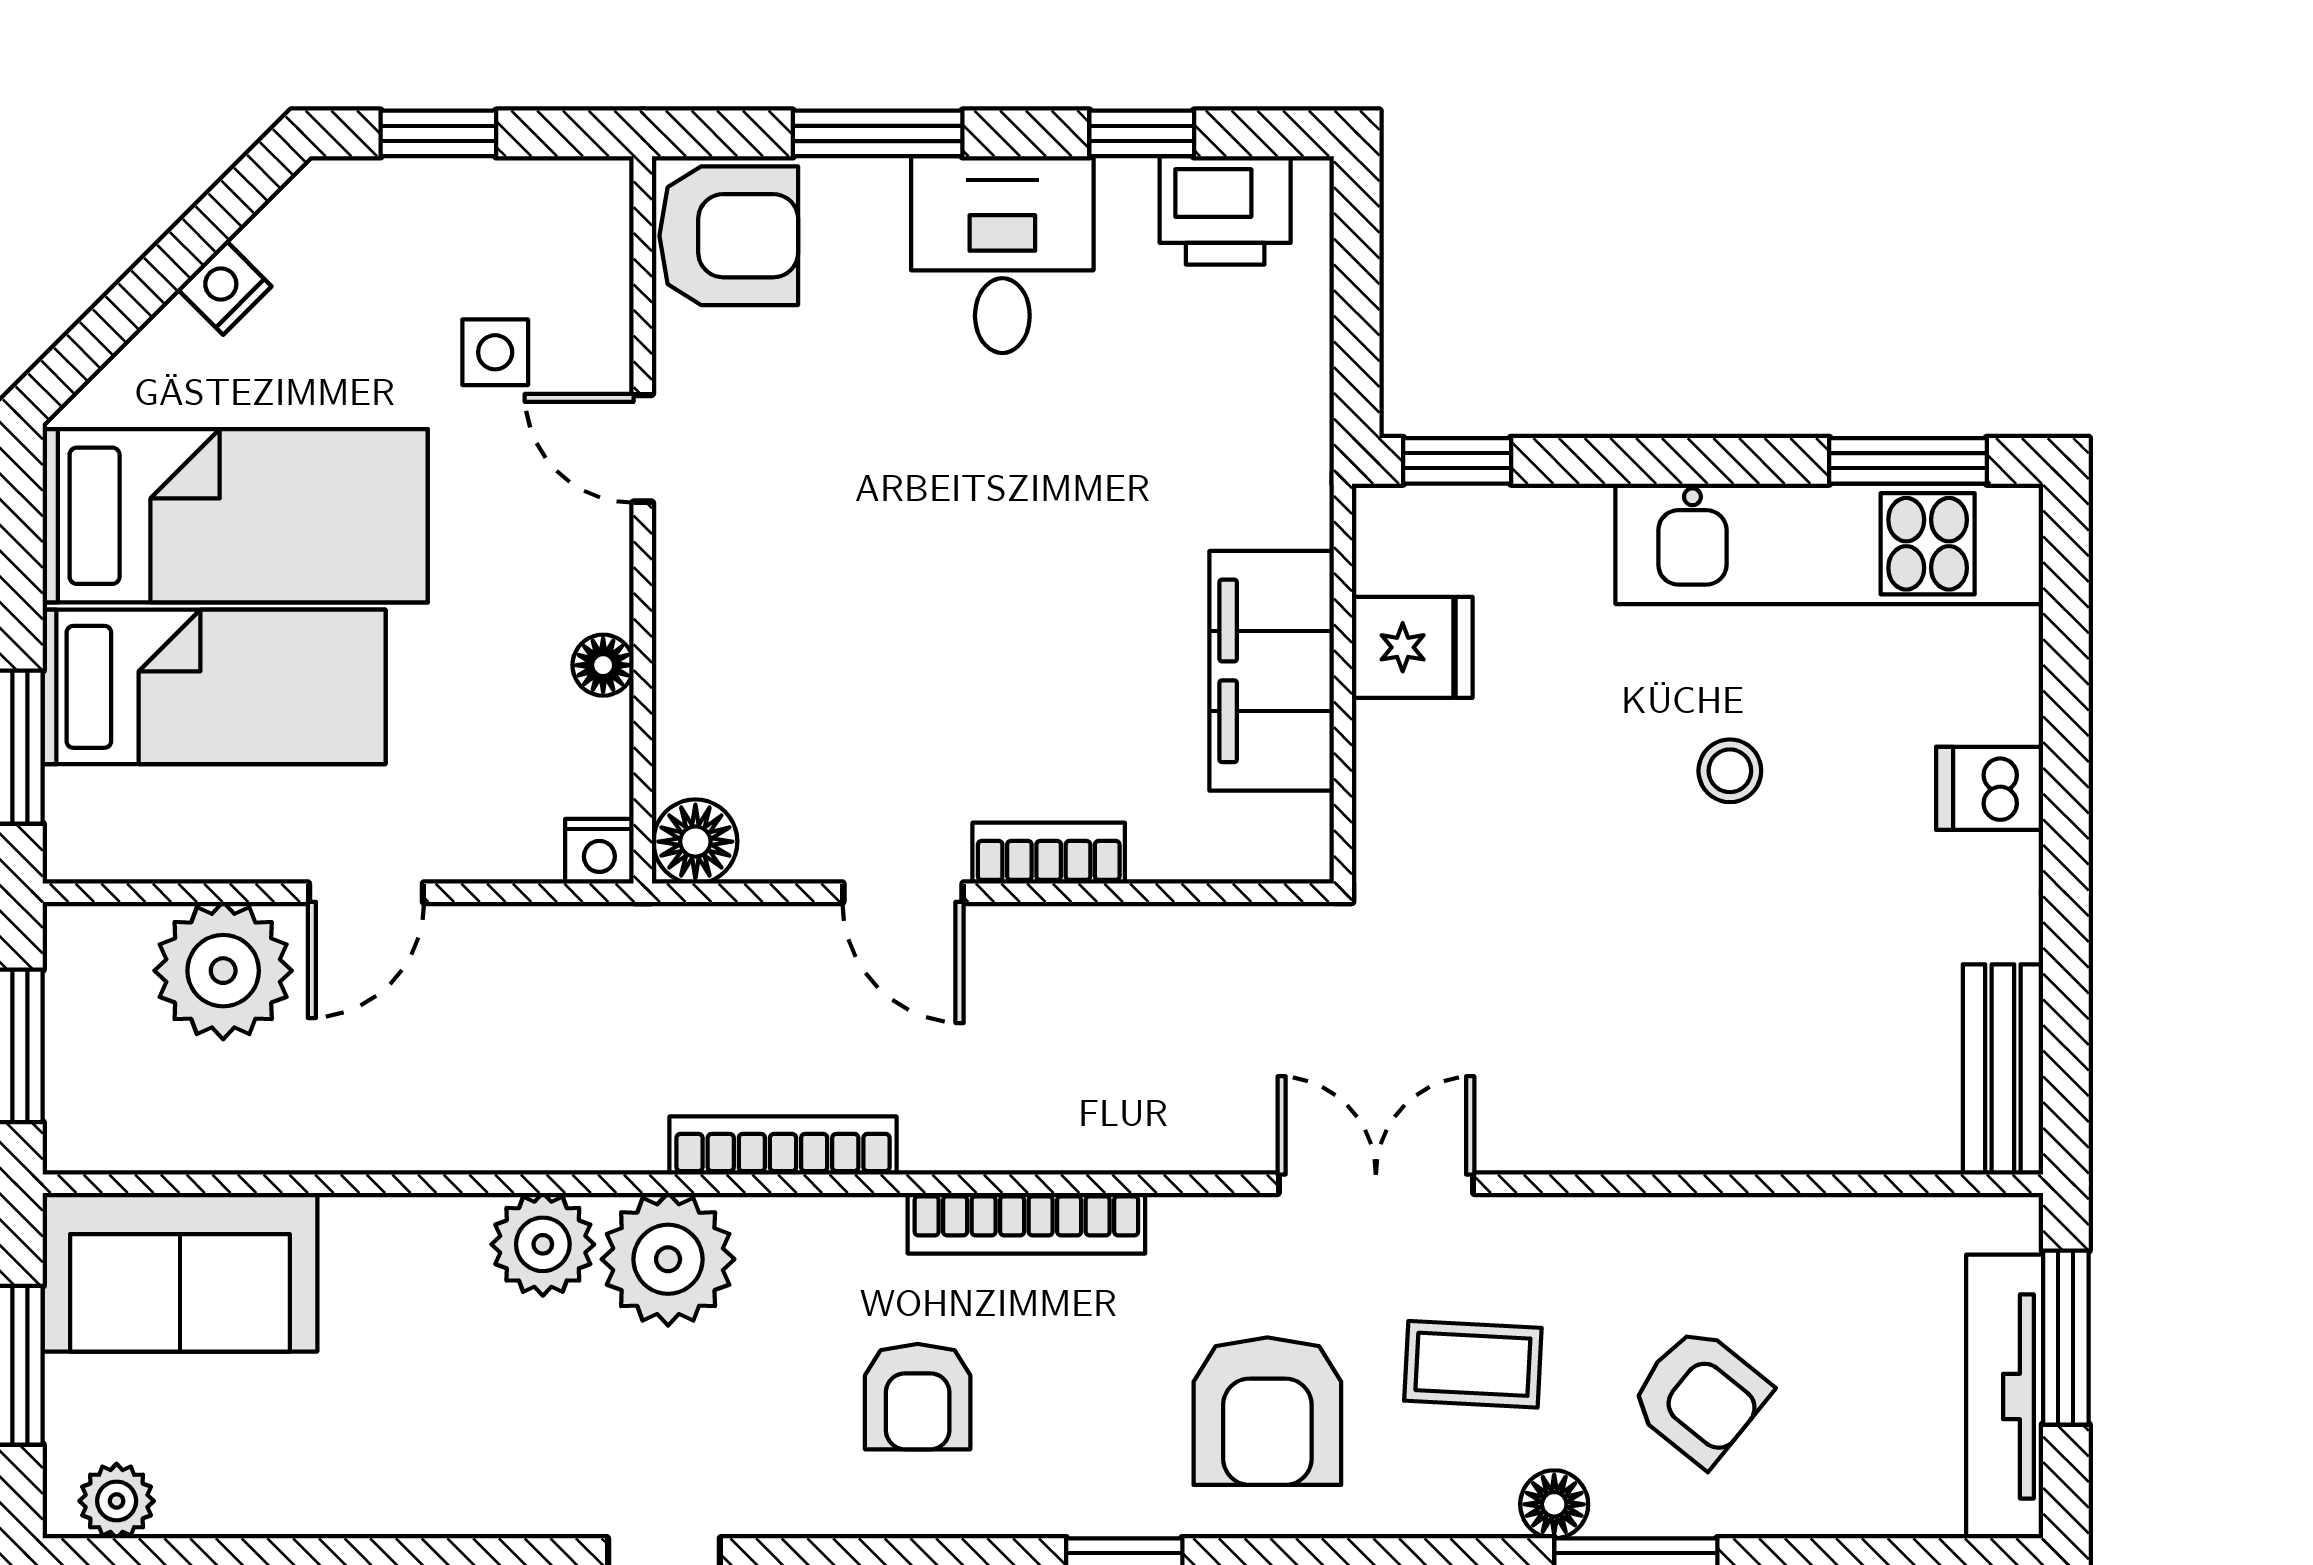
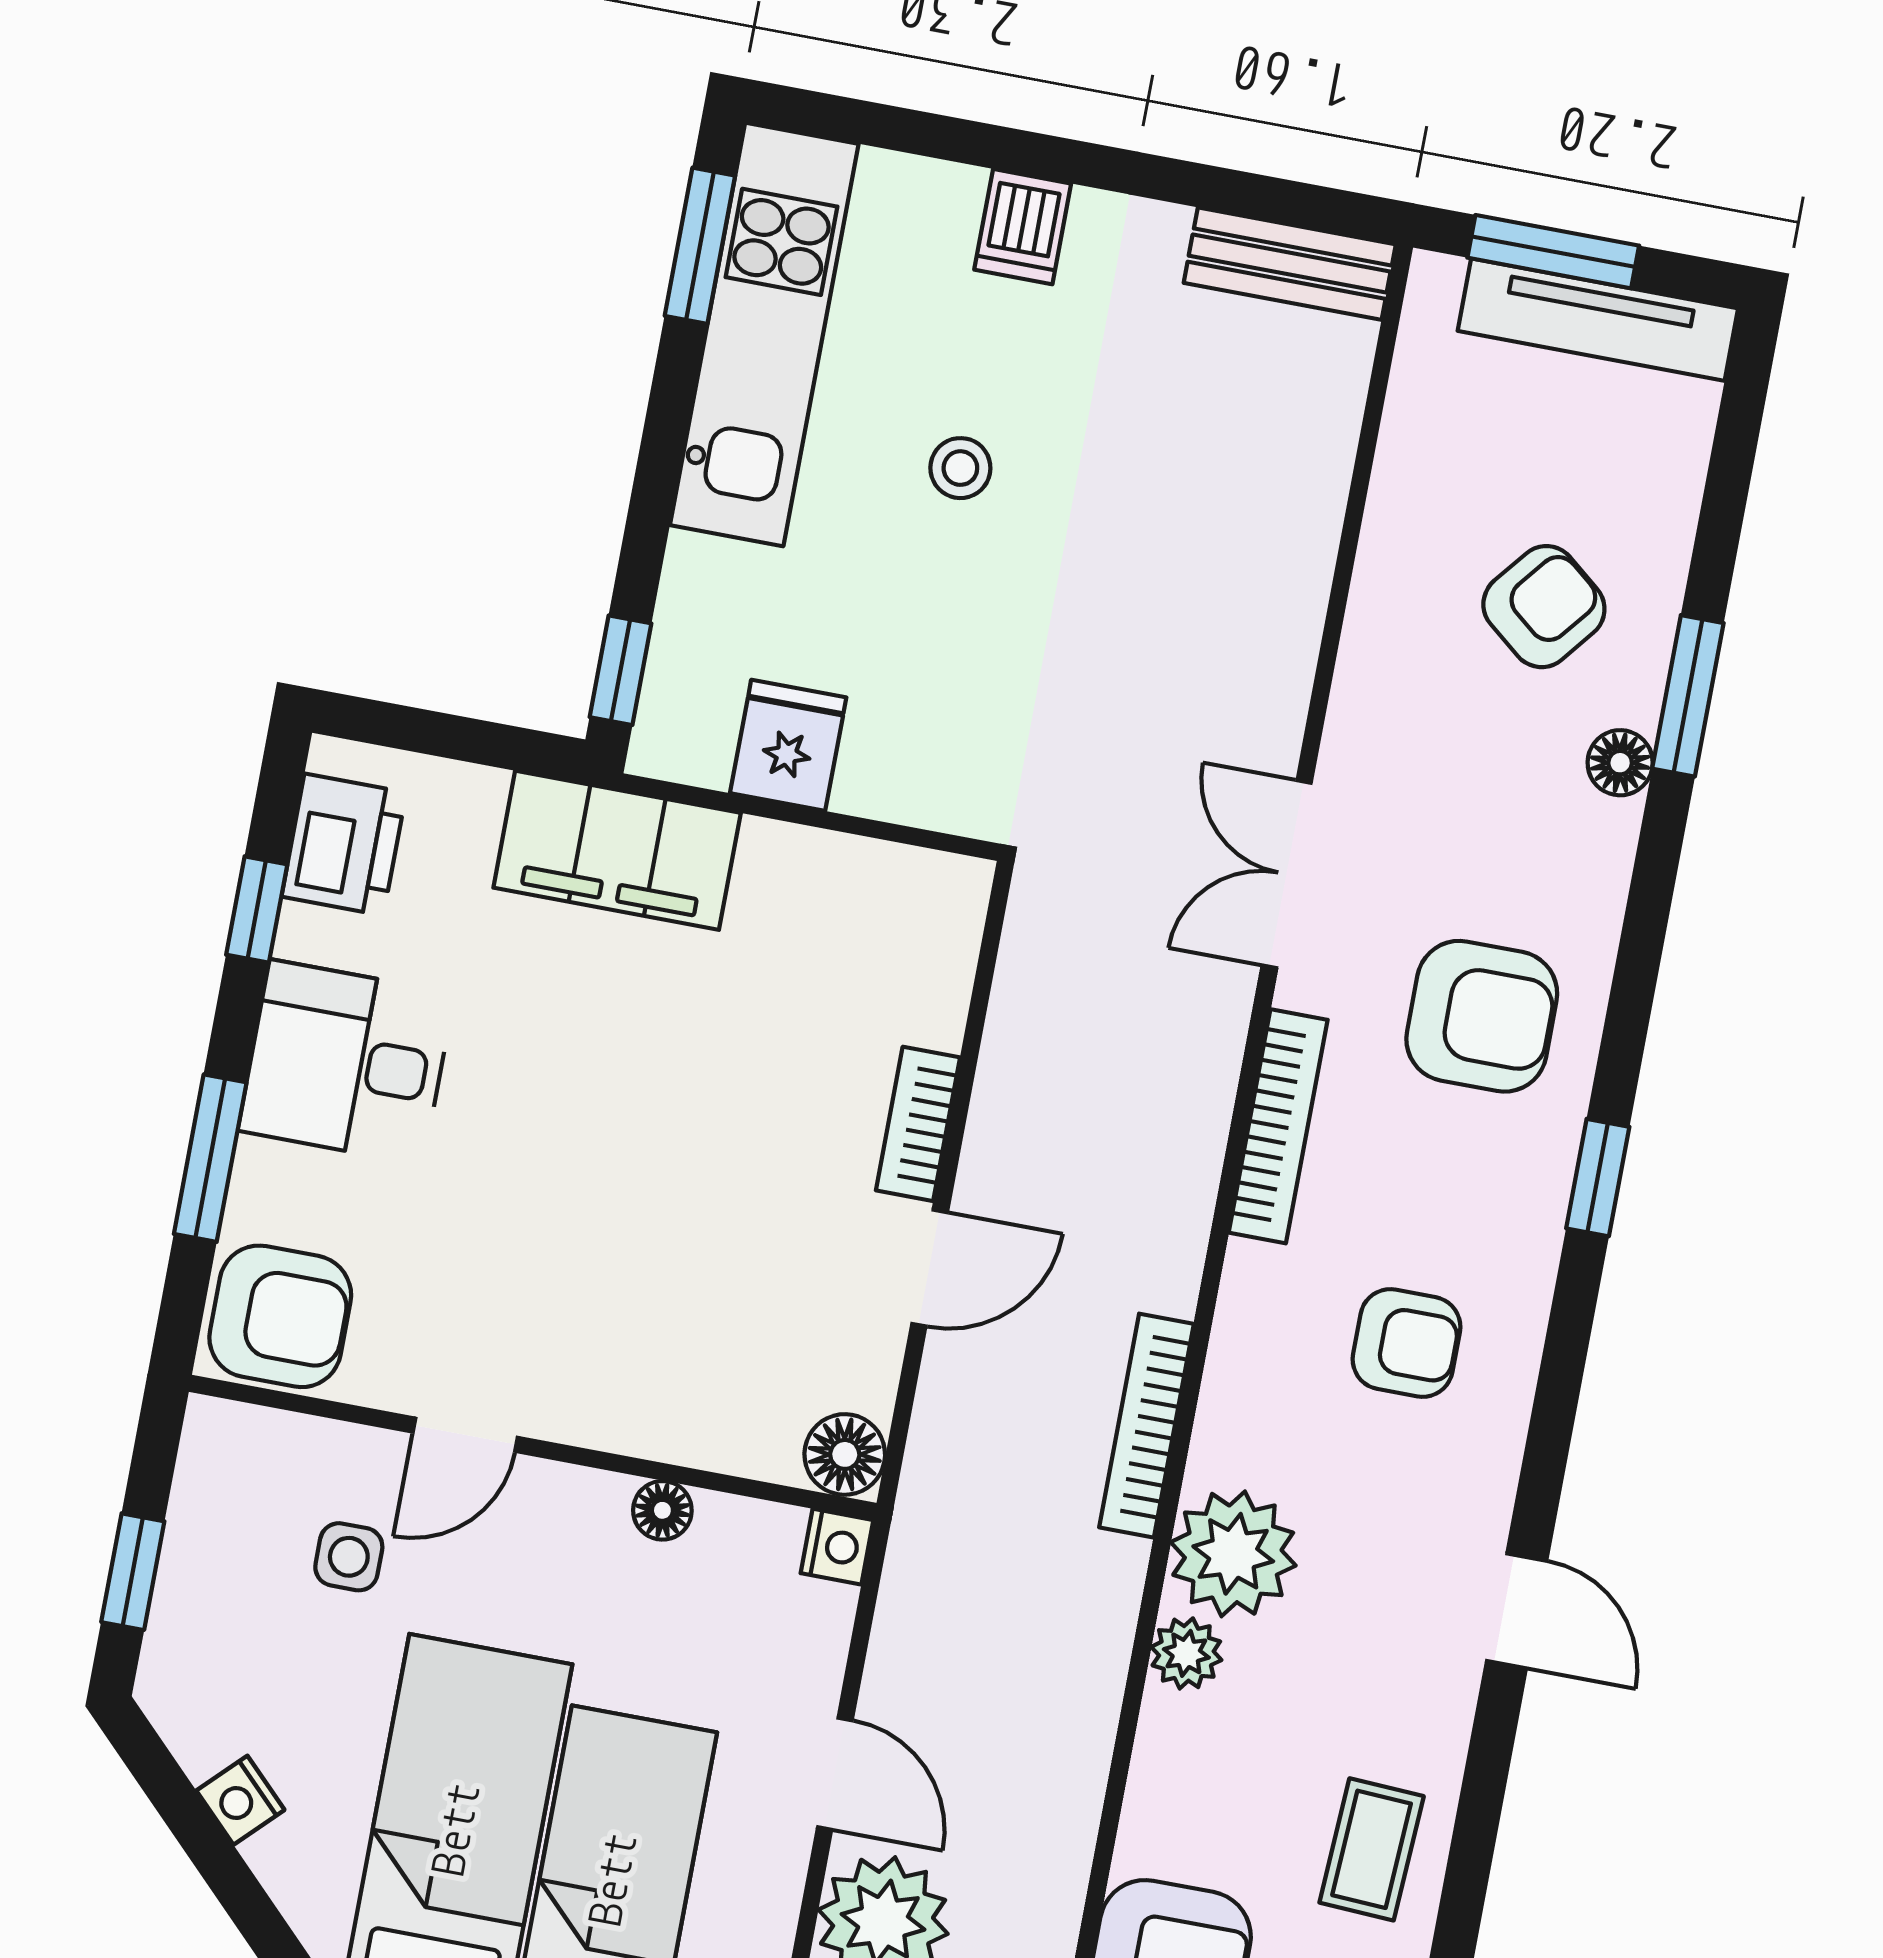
armchair: (729, 236) -> (280, 1316), turned 90
filing cabinet: (1272, 671) -> (617, 850), moved
bookcase: (1026, 1223) -> (1278, 1126), moved
plant: (543, 1244) -> (1186, 1653), width x0.73, depth x0.73
coffee table: (1473, 1364) -> (1372, 1849), moved

